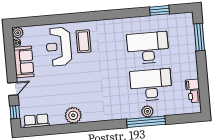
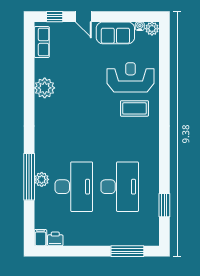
filing cabinet: (192, 84) -> (40, 238), moved

